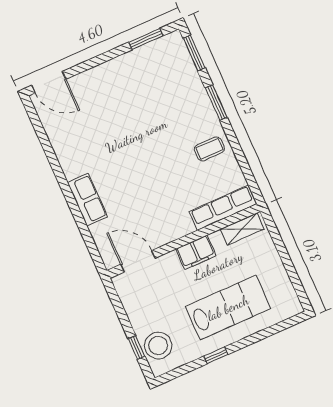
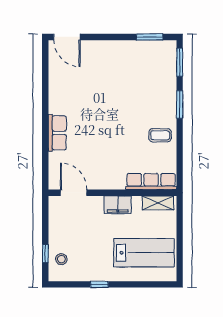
lab bench: (228, 308) -> (144, 253), moved
stool: (158, 346) -> (61, 259), width x0.53, depth x0.53

